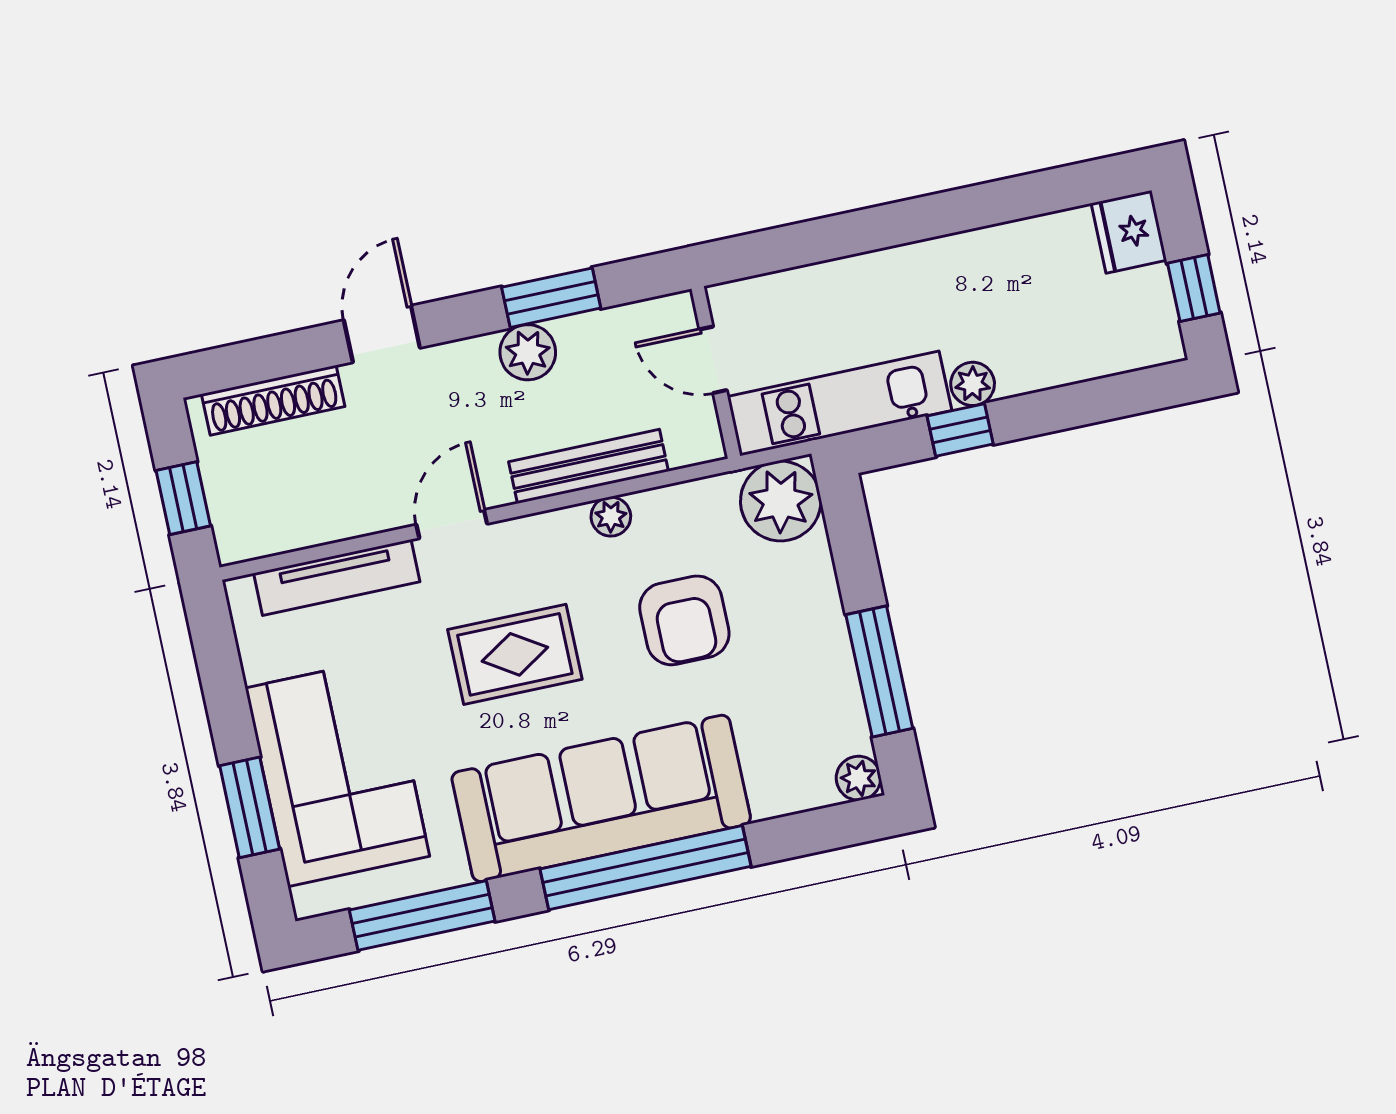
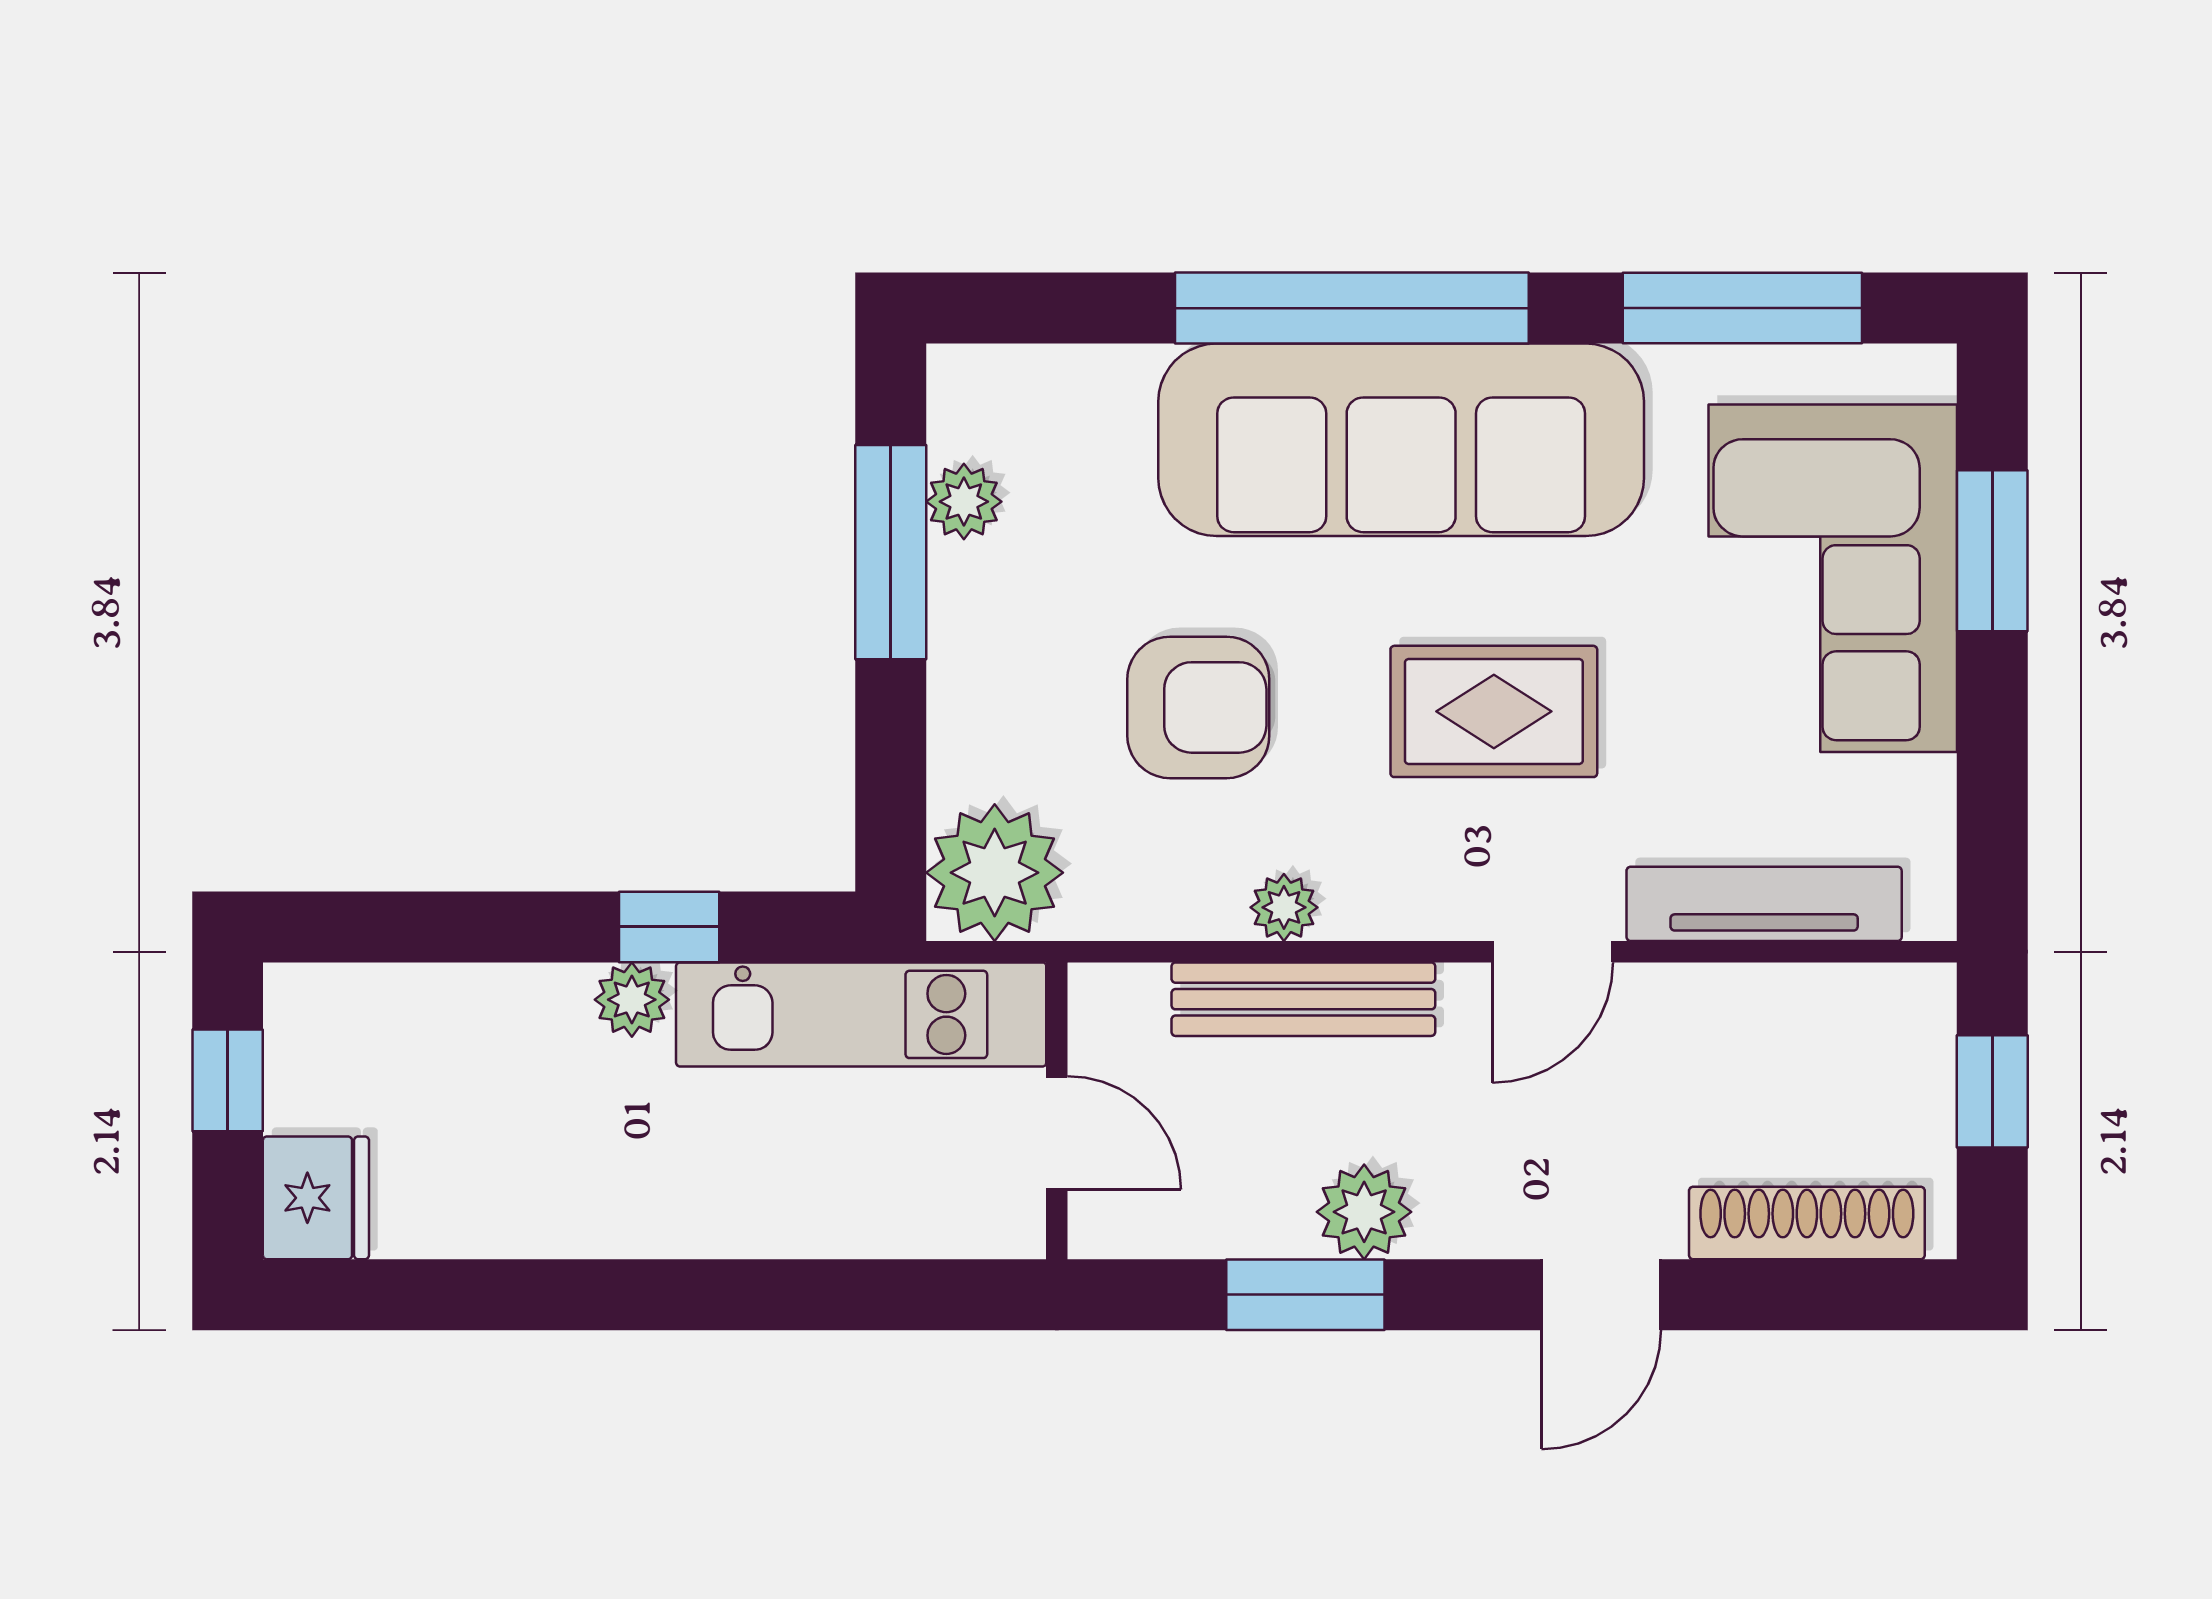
armchair: (684, 620) -> (1198, 707), turned 90
plant: (858, 778) -> (964, 502), moved

